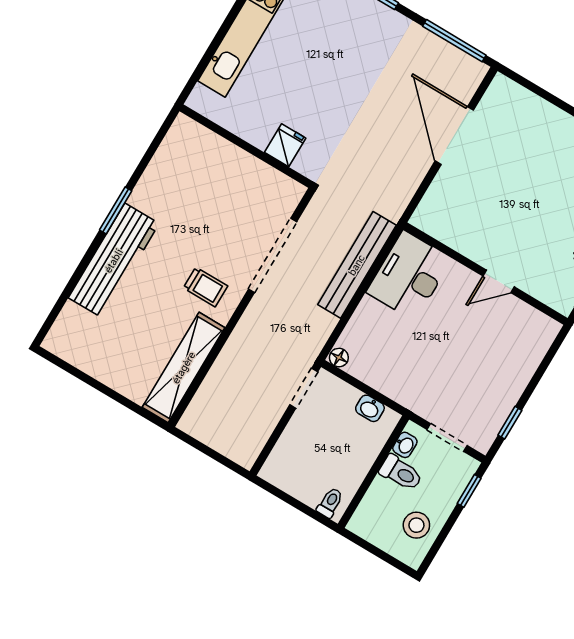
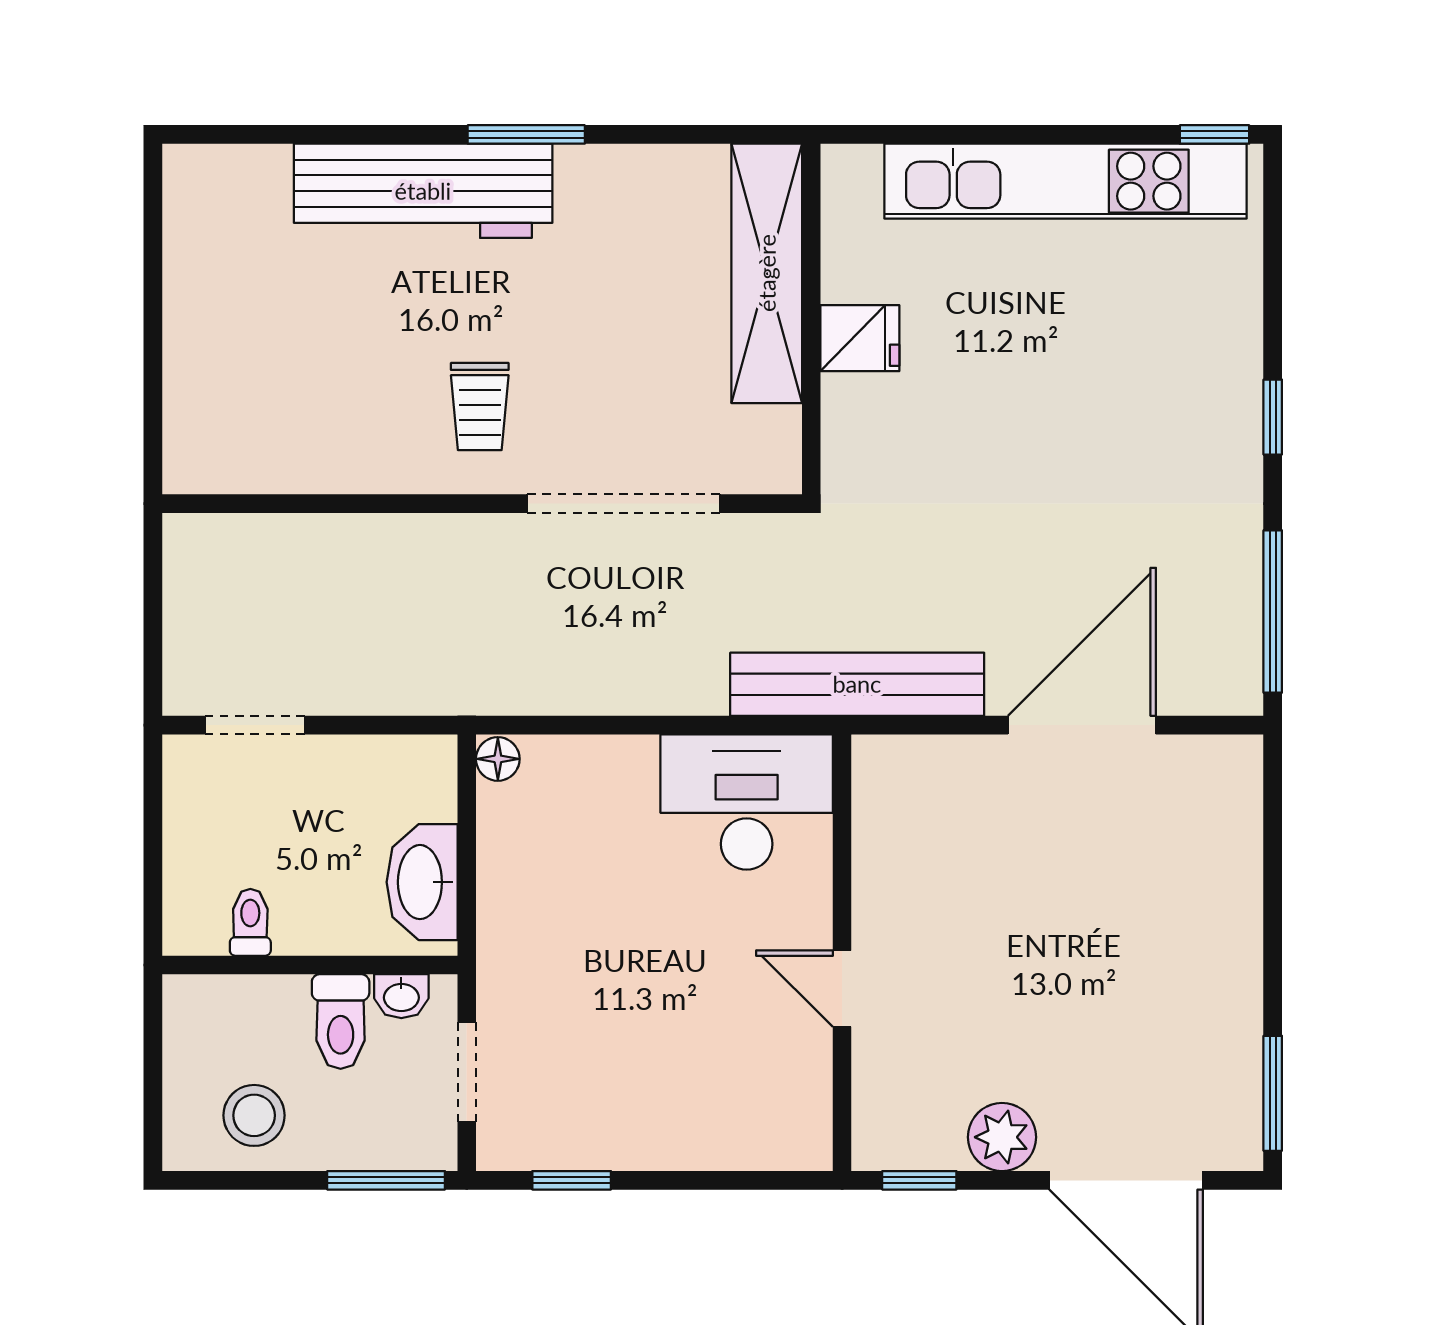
fridge: (285, 145) -> (860, 338), moved
bench: (357, 265) -> (857, 684), moved
shelving: (184, 368) -> (767, 273), moved, turned 90
doorway: (304, 388) -> (255, 725), moved
washbasin: (370, 408) -> (422, 882), width x1.91, depth x1.45
window: (469, 491) -> (386, 1180), width x1.50
toilet: (330, 503) -> (250, 922), moved, turned -90

